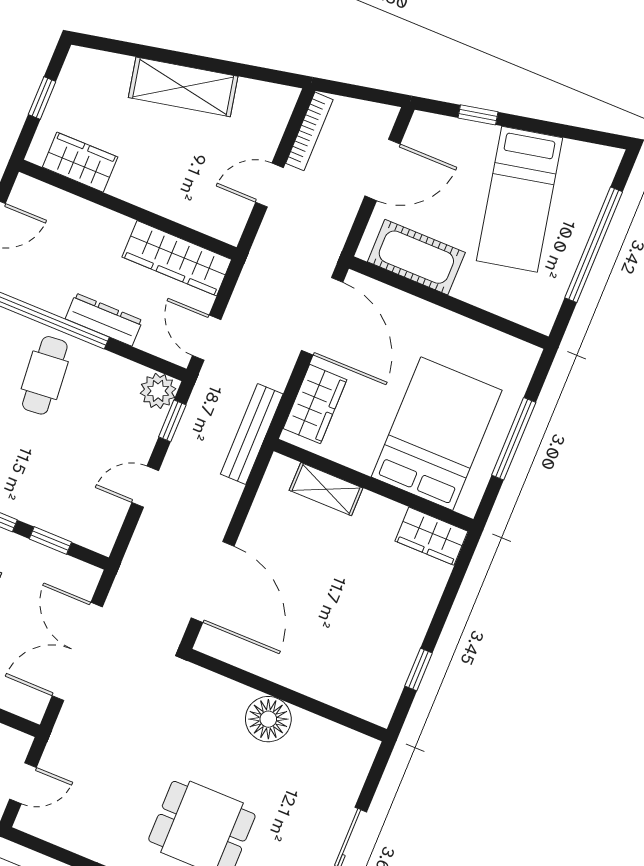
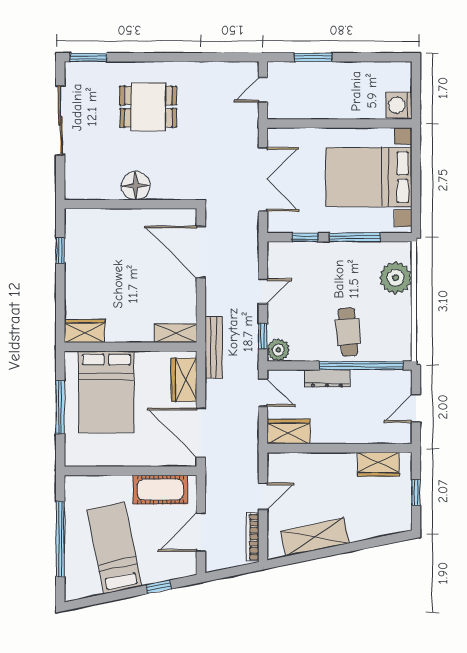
shelving: (183, 87) -> (315, 537), moved
wardrobe: (177, 258) -> (288, 432), width x0.67
shelving: (326, 489) -> (176, 333), moved

